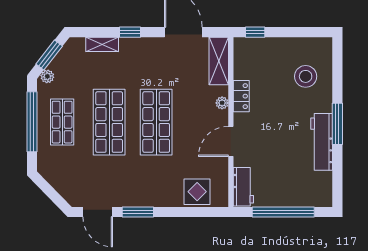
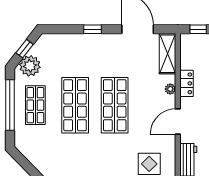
shelving: (102, 44) -> (69, 40), removed
window: (49, 55) -> (25, 49), width x0.67
plant: (47, 76) -> (30, 66), width x1.88, depth x1.88

